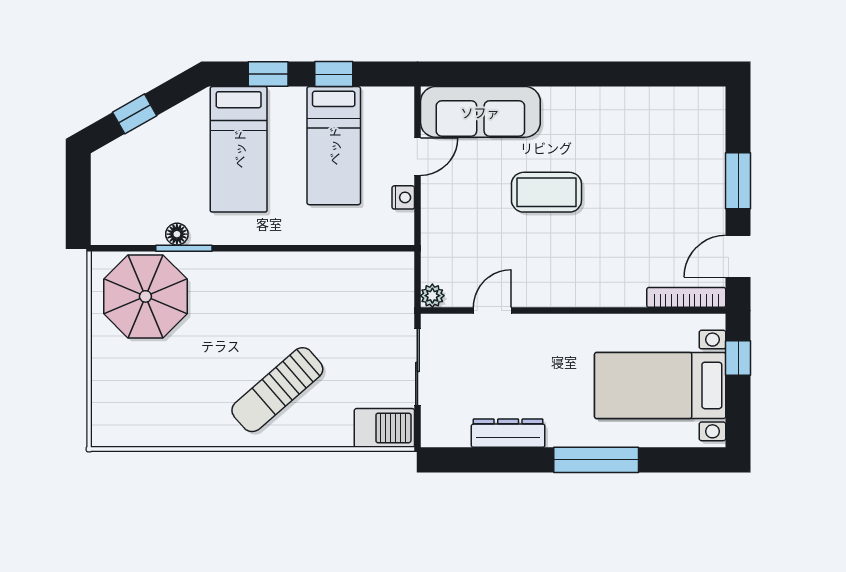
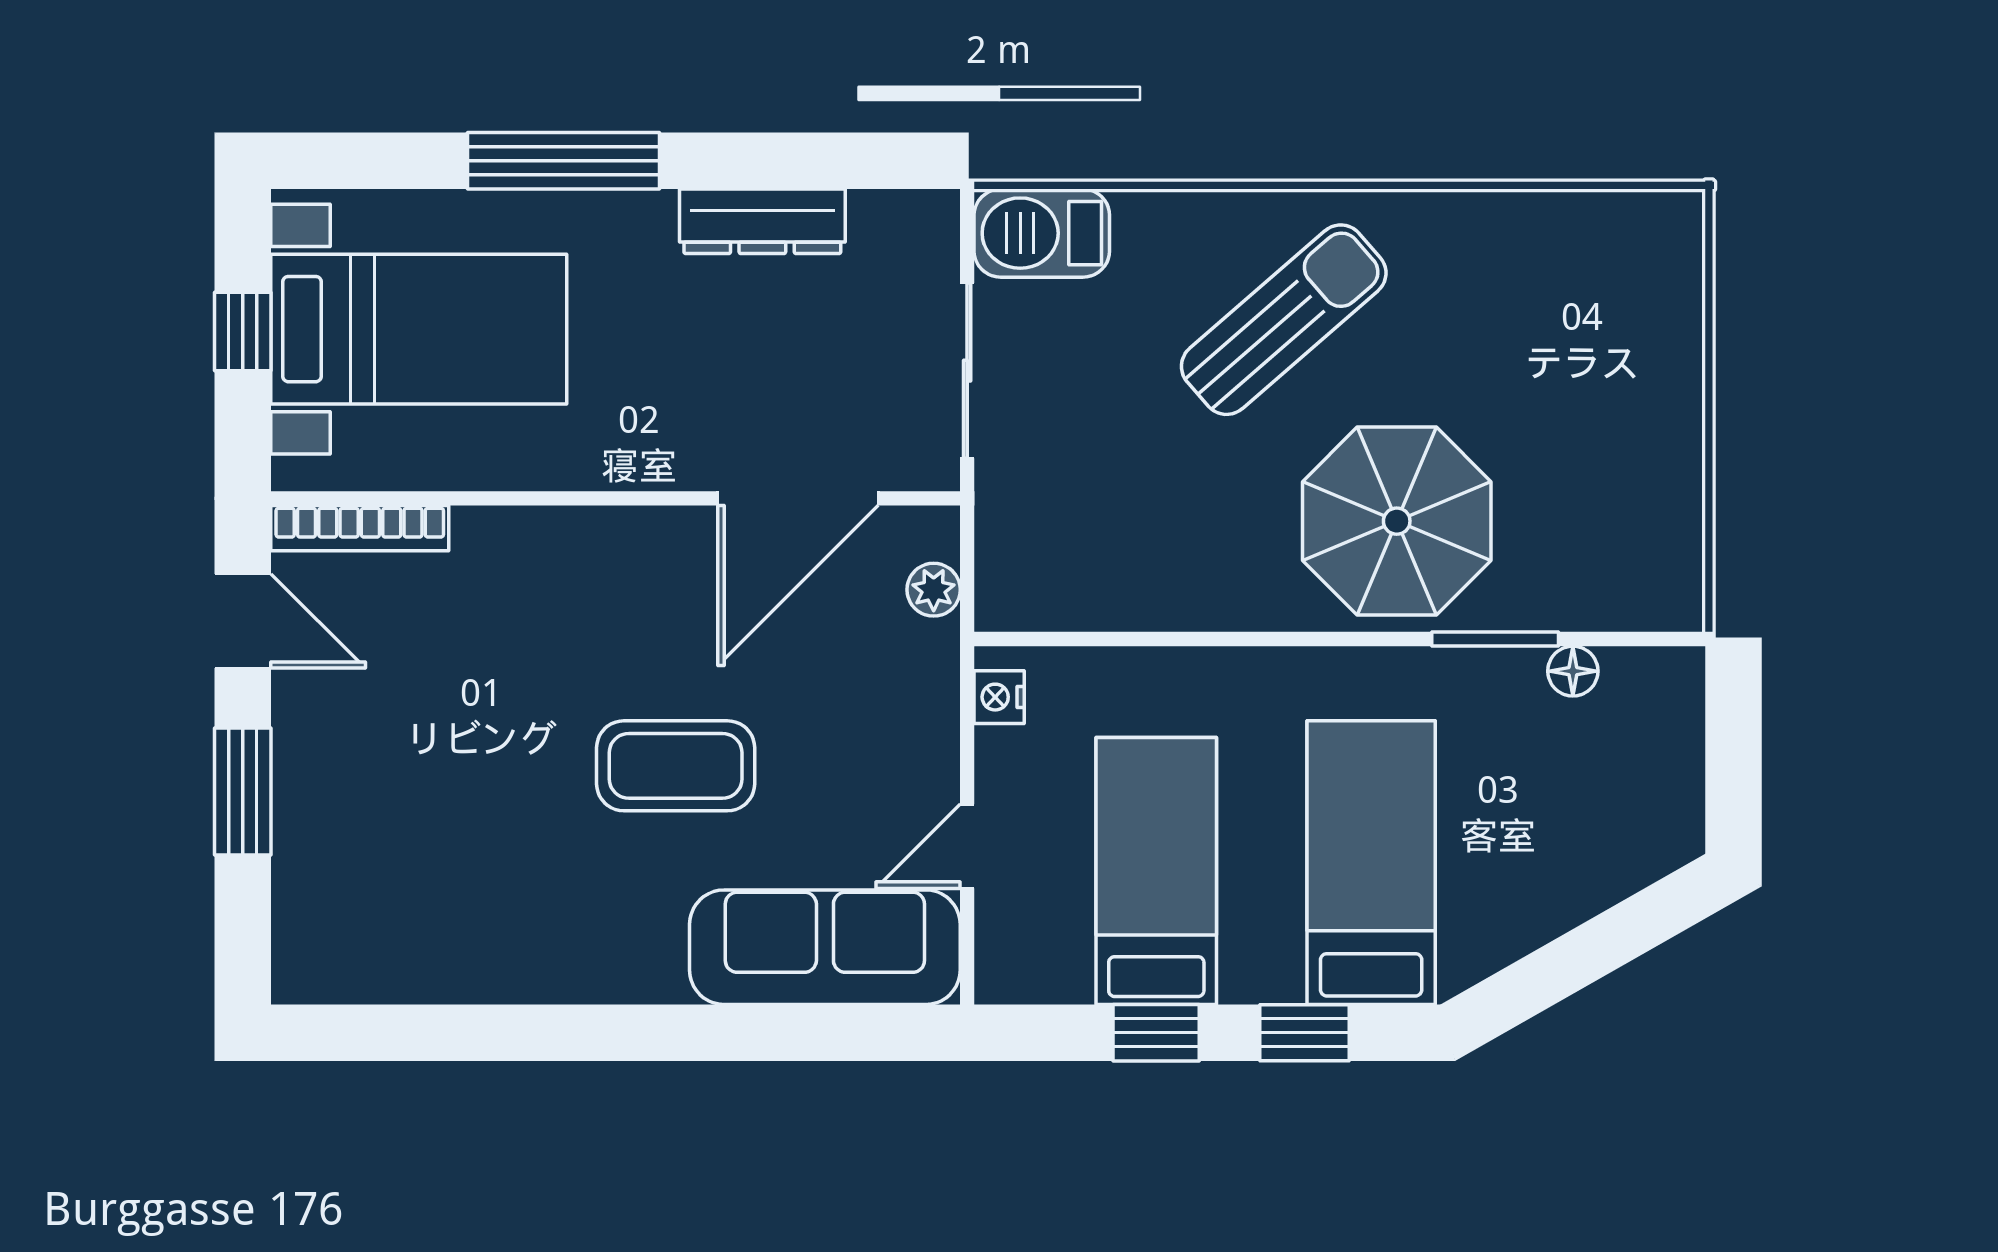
window: (135, 114) -> (1606, 942), removed
nightstand: (403, 197) -> (999, 697), moved
floor lamp: (177, 234) -> (1573, 671), moved
door: (738, 256) -> (243, 621), hinge flipped
parasol: (145, 296) -> (1397, 521), moved
plant: (432, 296) -> (934, 590), moved
door: (492, 311) -> (798, 498), width x1.88
window: (738, 358) -> (243, 331), moved

